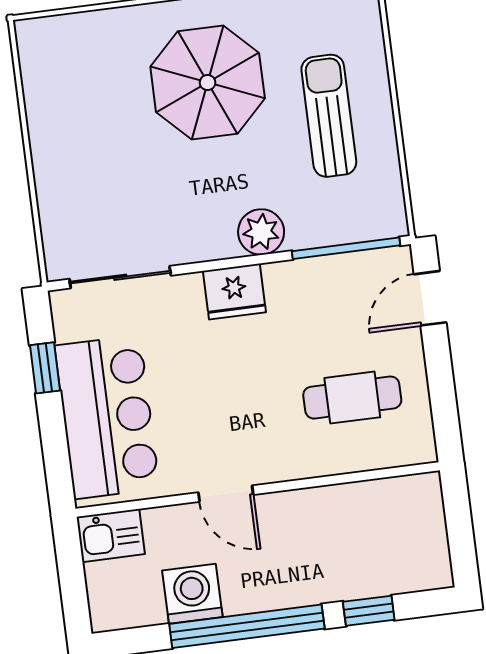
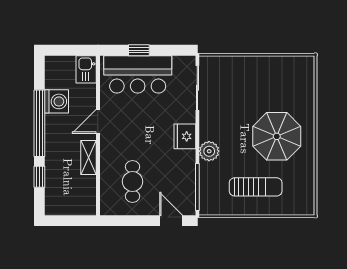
window: (45, 368) -> (139, 50), moved
shelving: (311, 505) -> (89, 158), added

